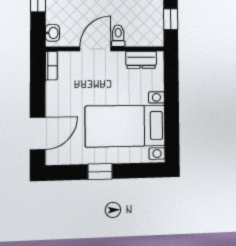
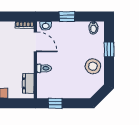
door: (95, 49) -> (35, 42), moved

